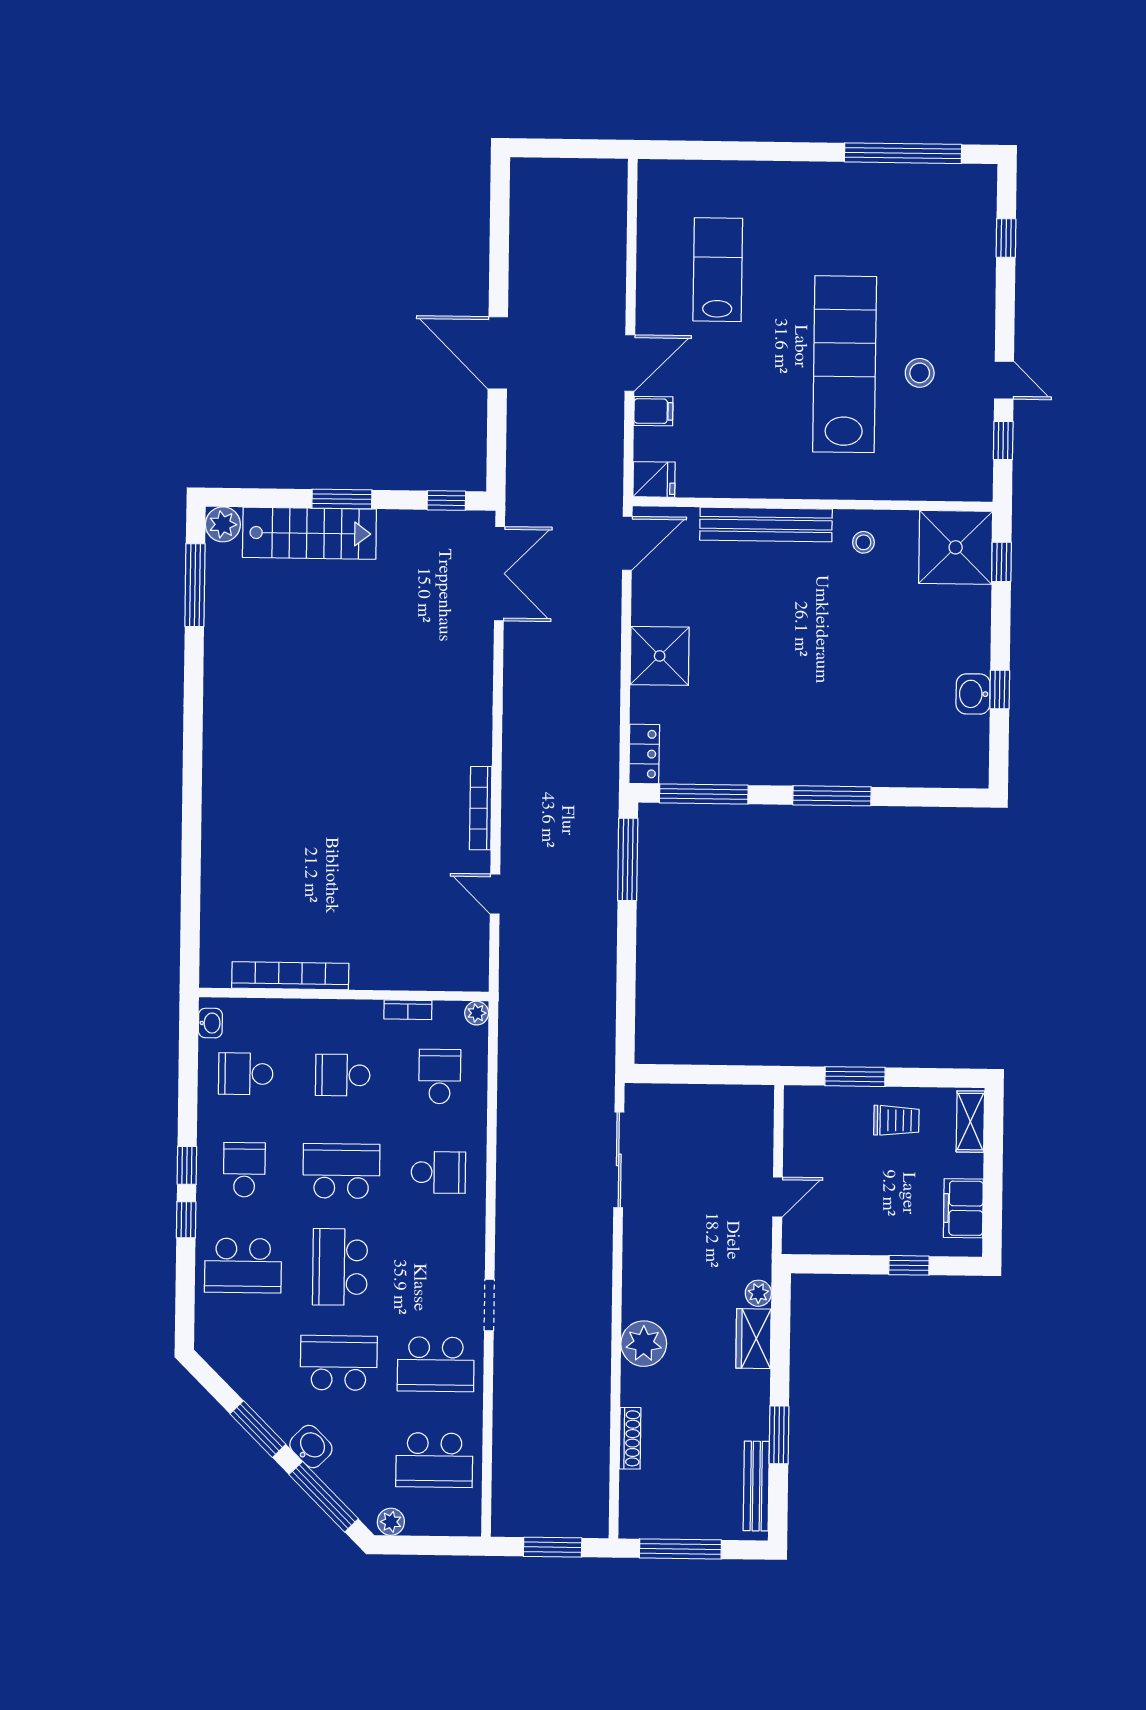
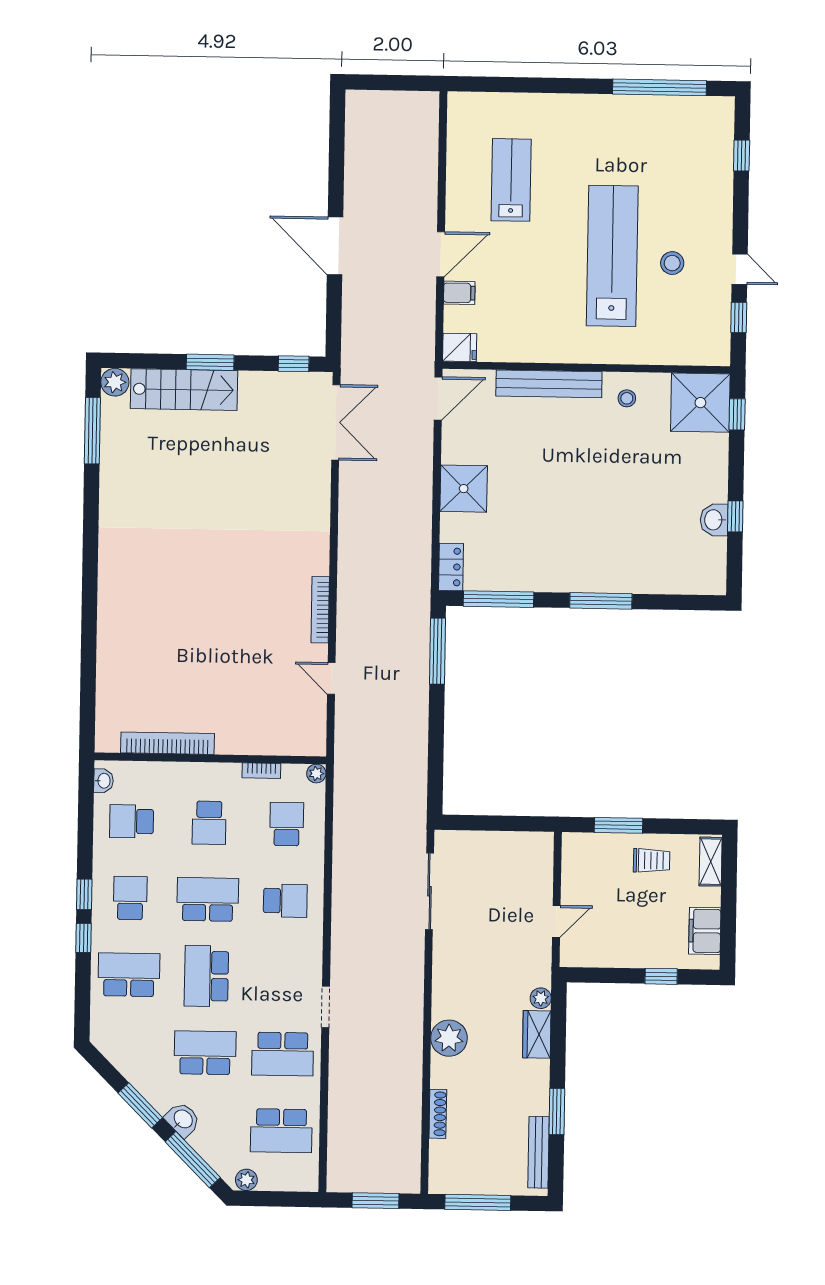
school desk: (343, 1075) -> (209, 823), turned -90
school desk: (243, 1266) -> (129, 975), turned 180

